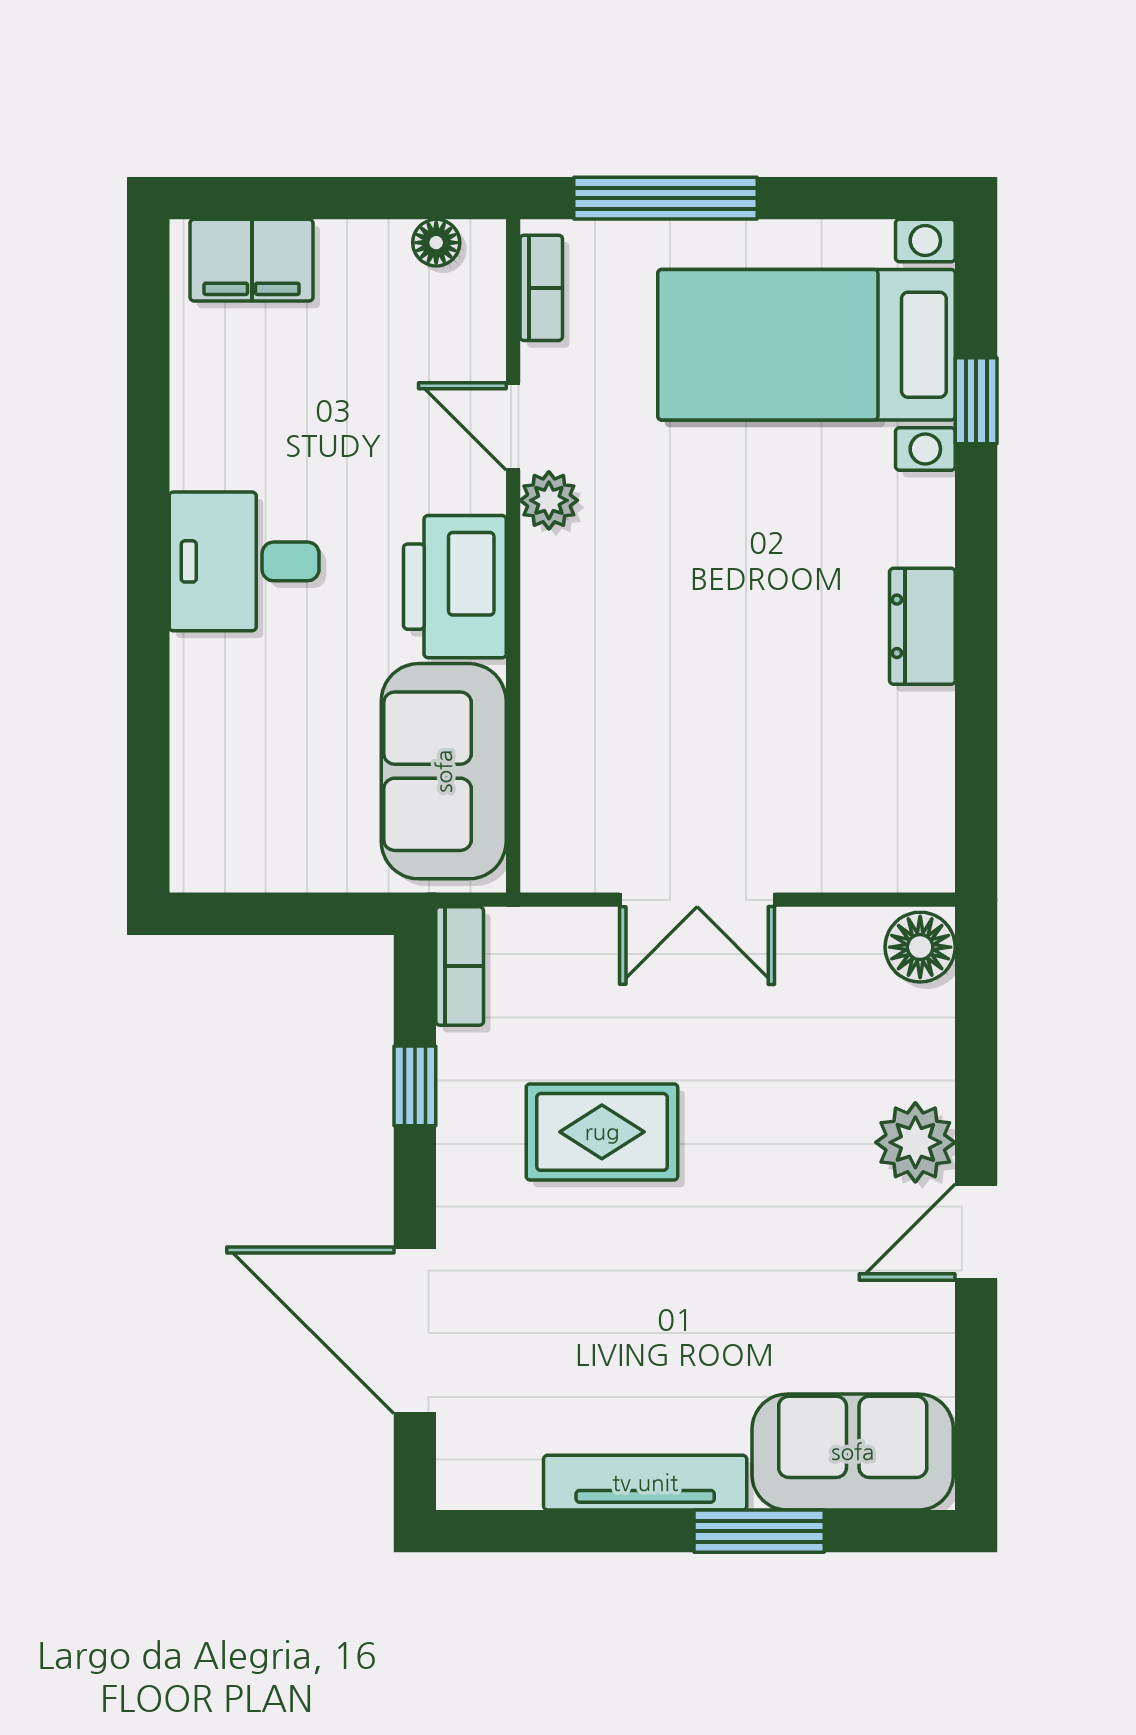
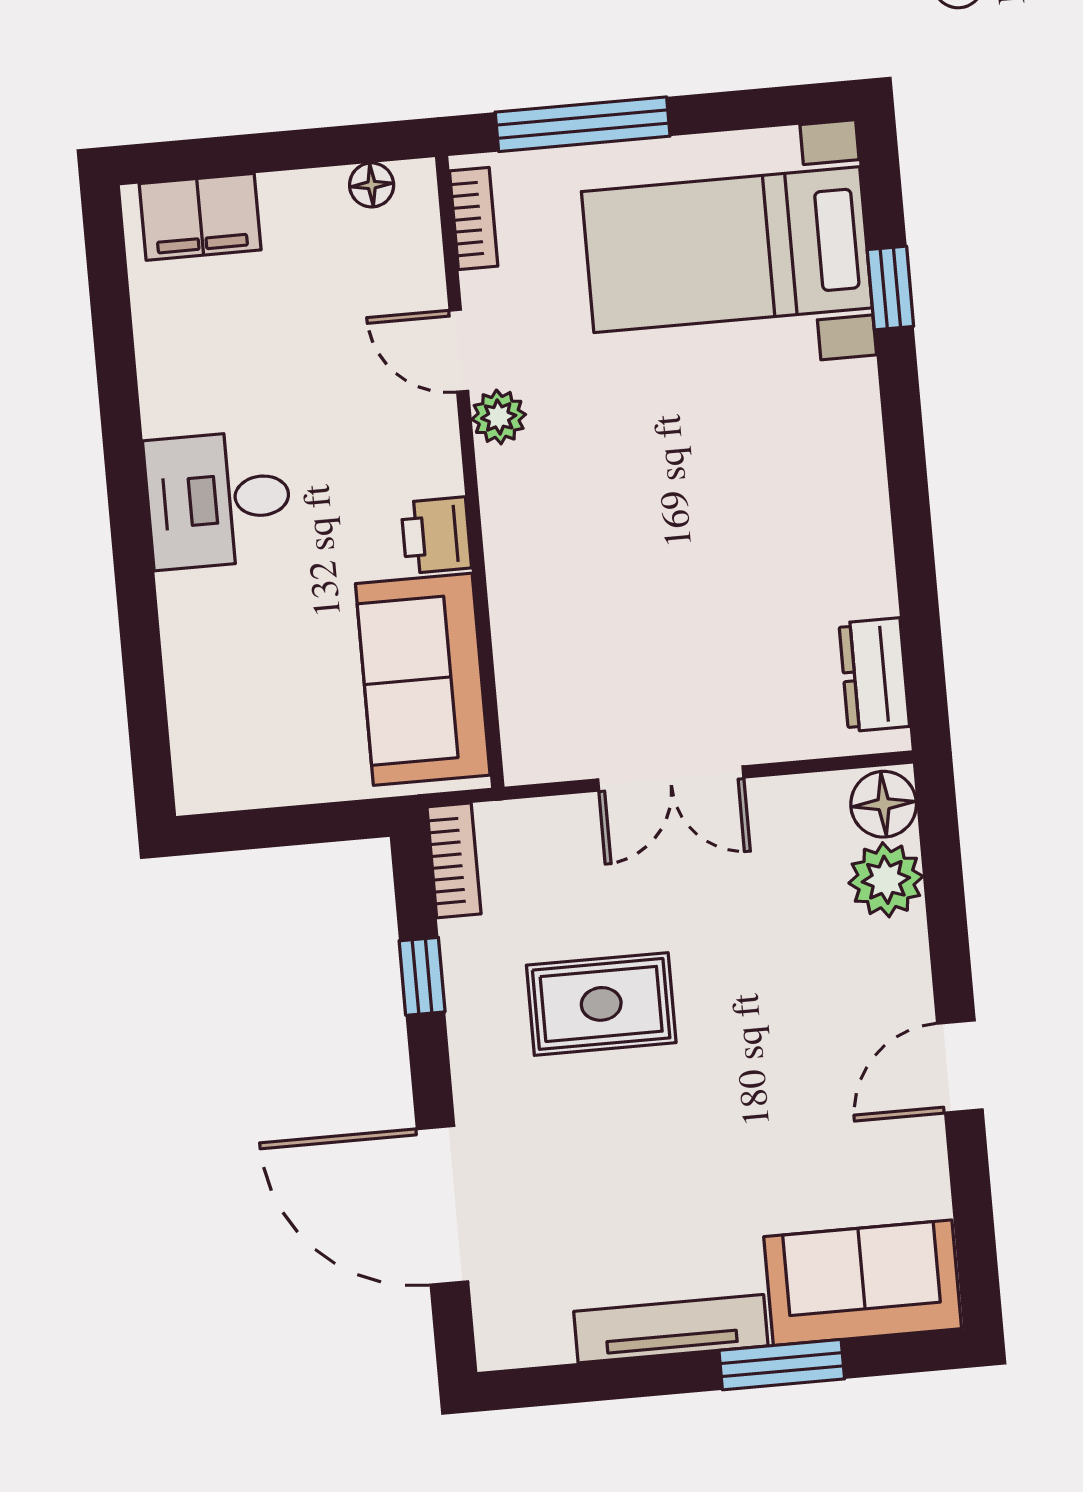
printer: (455, 587) -> (436, 535), width x0.53, depth x0.68
dresser: (922, 626) -> (874, 675), moved
plant: (915, 1142) -> (886, 880), moved

